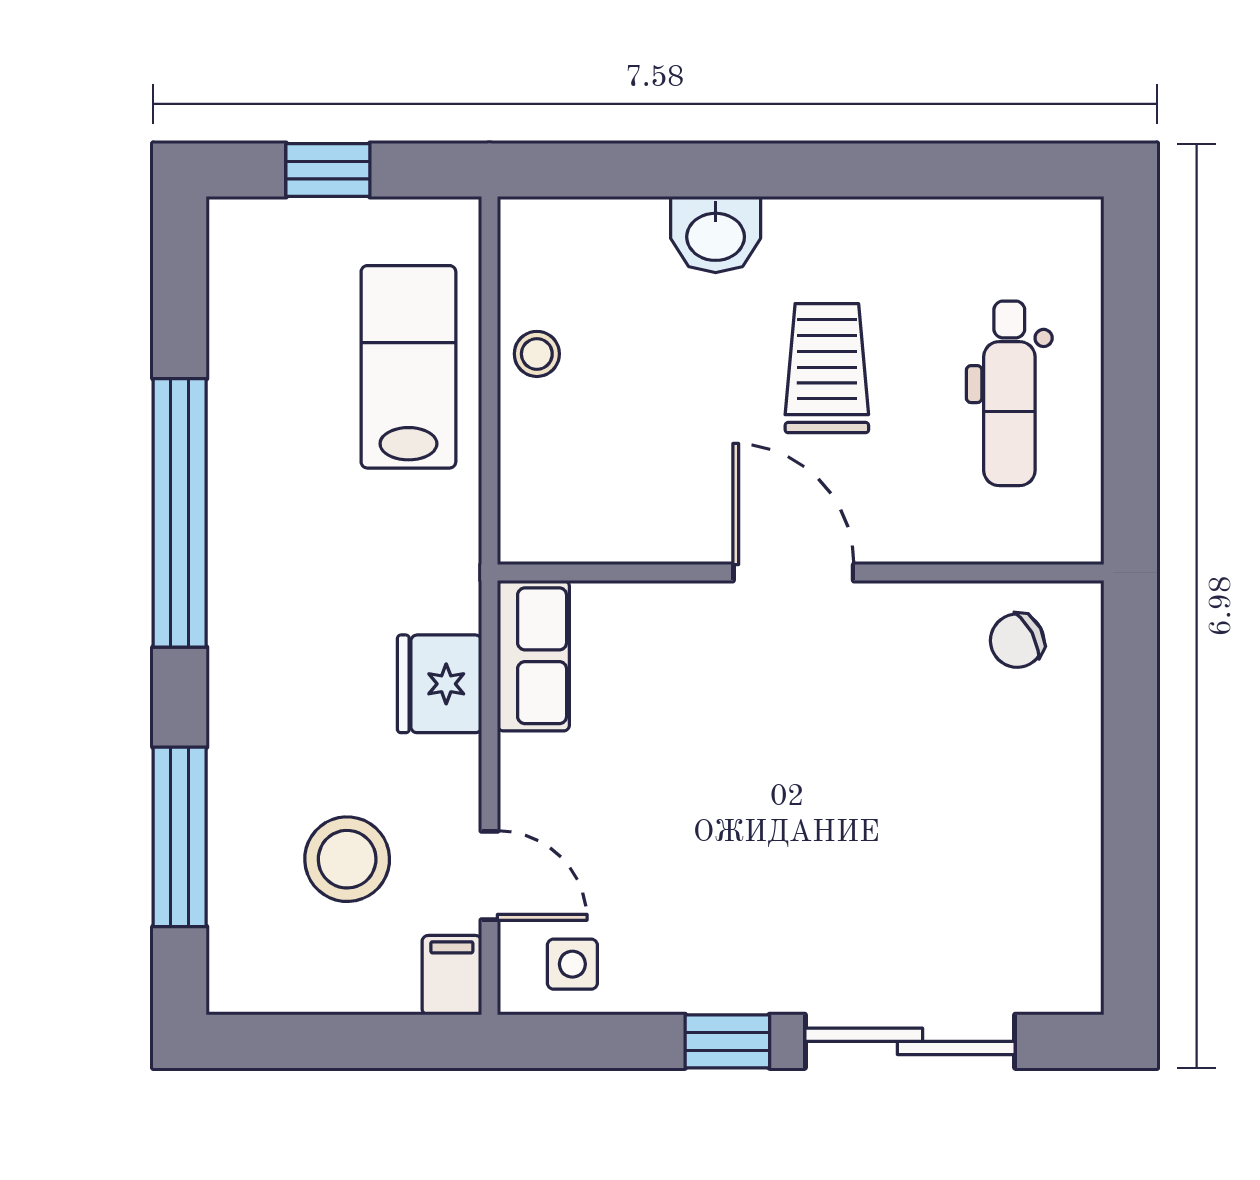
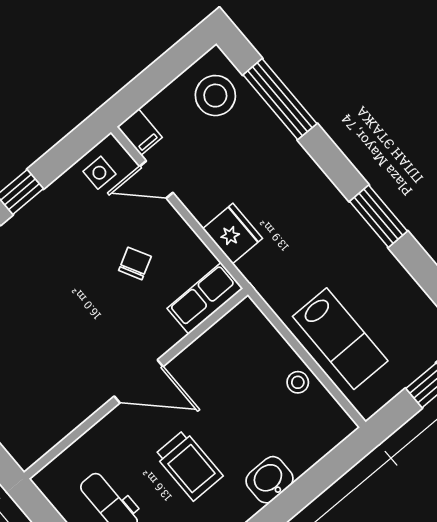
window: (180, 513) -> (378, 216), width x0.47
chair: (1017, 641) -> (135, 263), moved
row of seats: (533, 656) -> (205, 298), moved, turned 90
stool: (347, 859) -> (215, 96), moved

